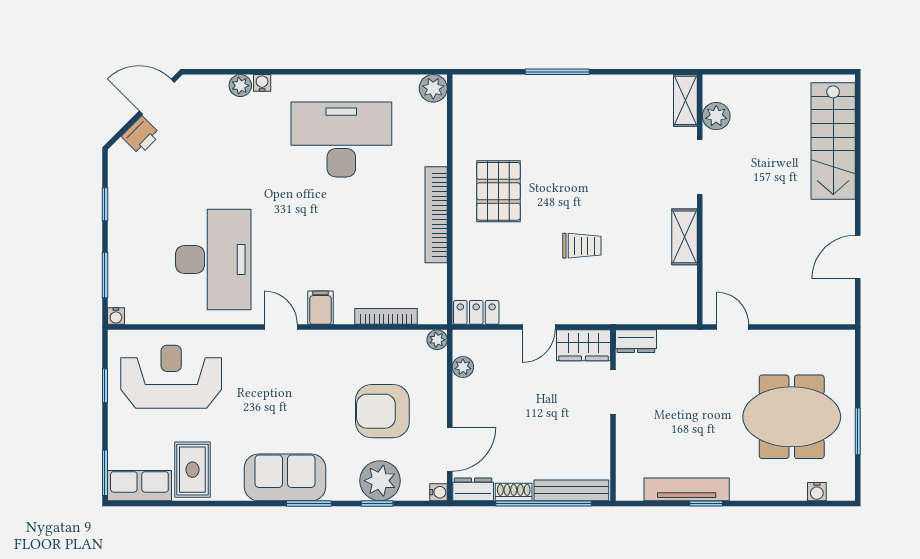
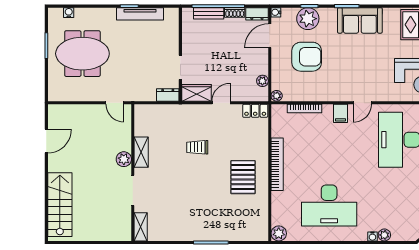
plant: (716, 116) -> (124, 159), moved
door: (281, 327) -> (362, 103), hinge flipped
bench: (571, 490) -> (209, 13), width x0.73

